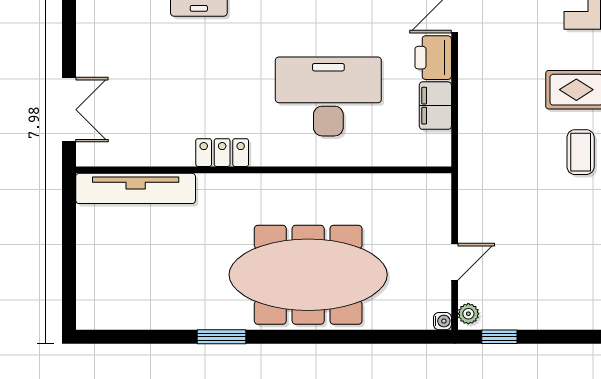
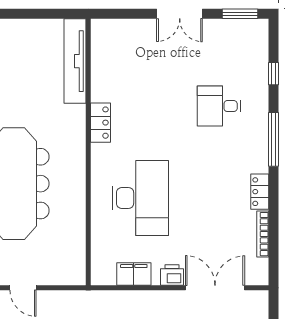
printer: (433, 58) -> (172, 275), width x0.73, depth x0.81
double door: (69, 110) -> (180, 14), moved

